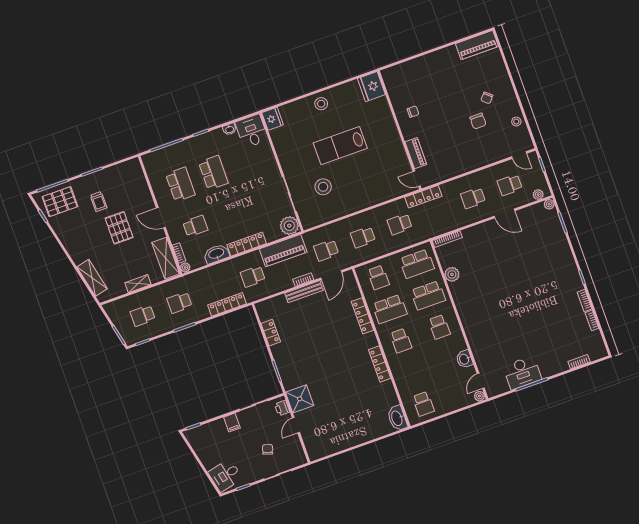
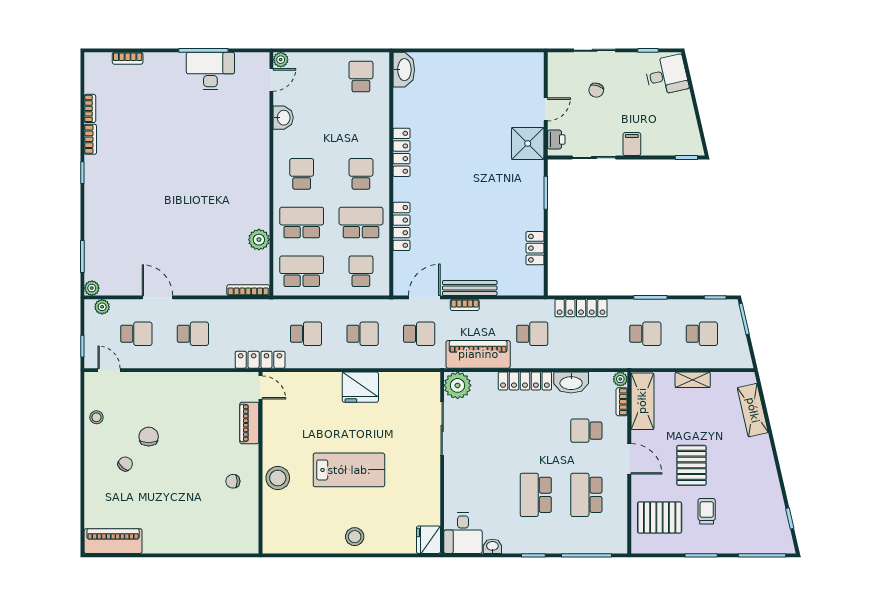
fridge: (371, 87) -> (360, 387), moved, turned 90
stool: (323, 187) -> (278, 478), moved
pallet: (60, 202) -> (660, 517), moved

